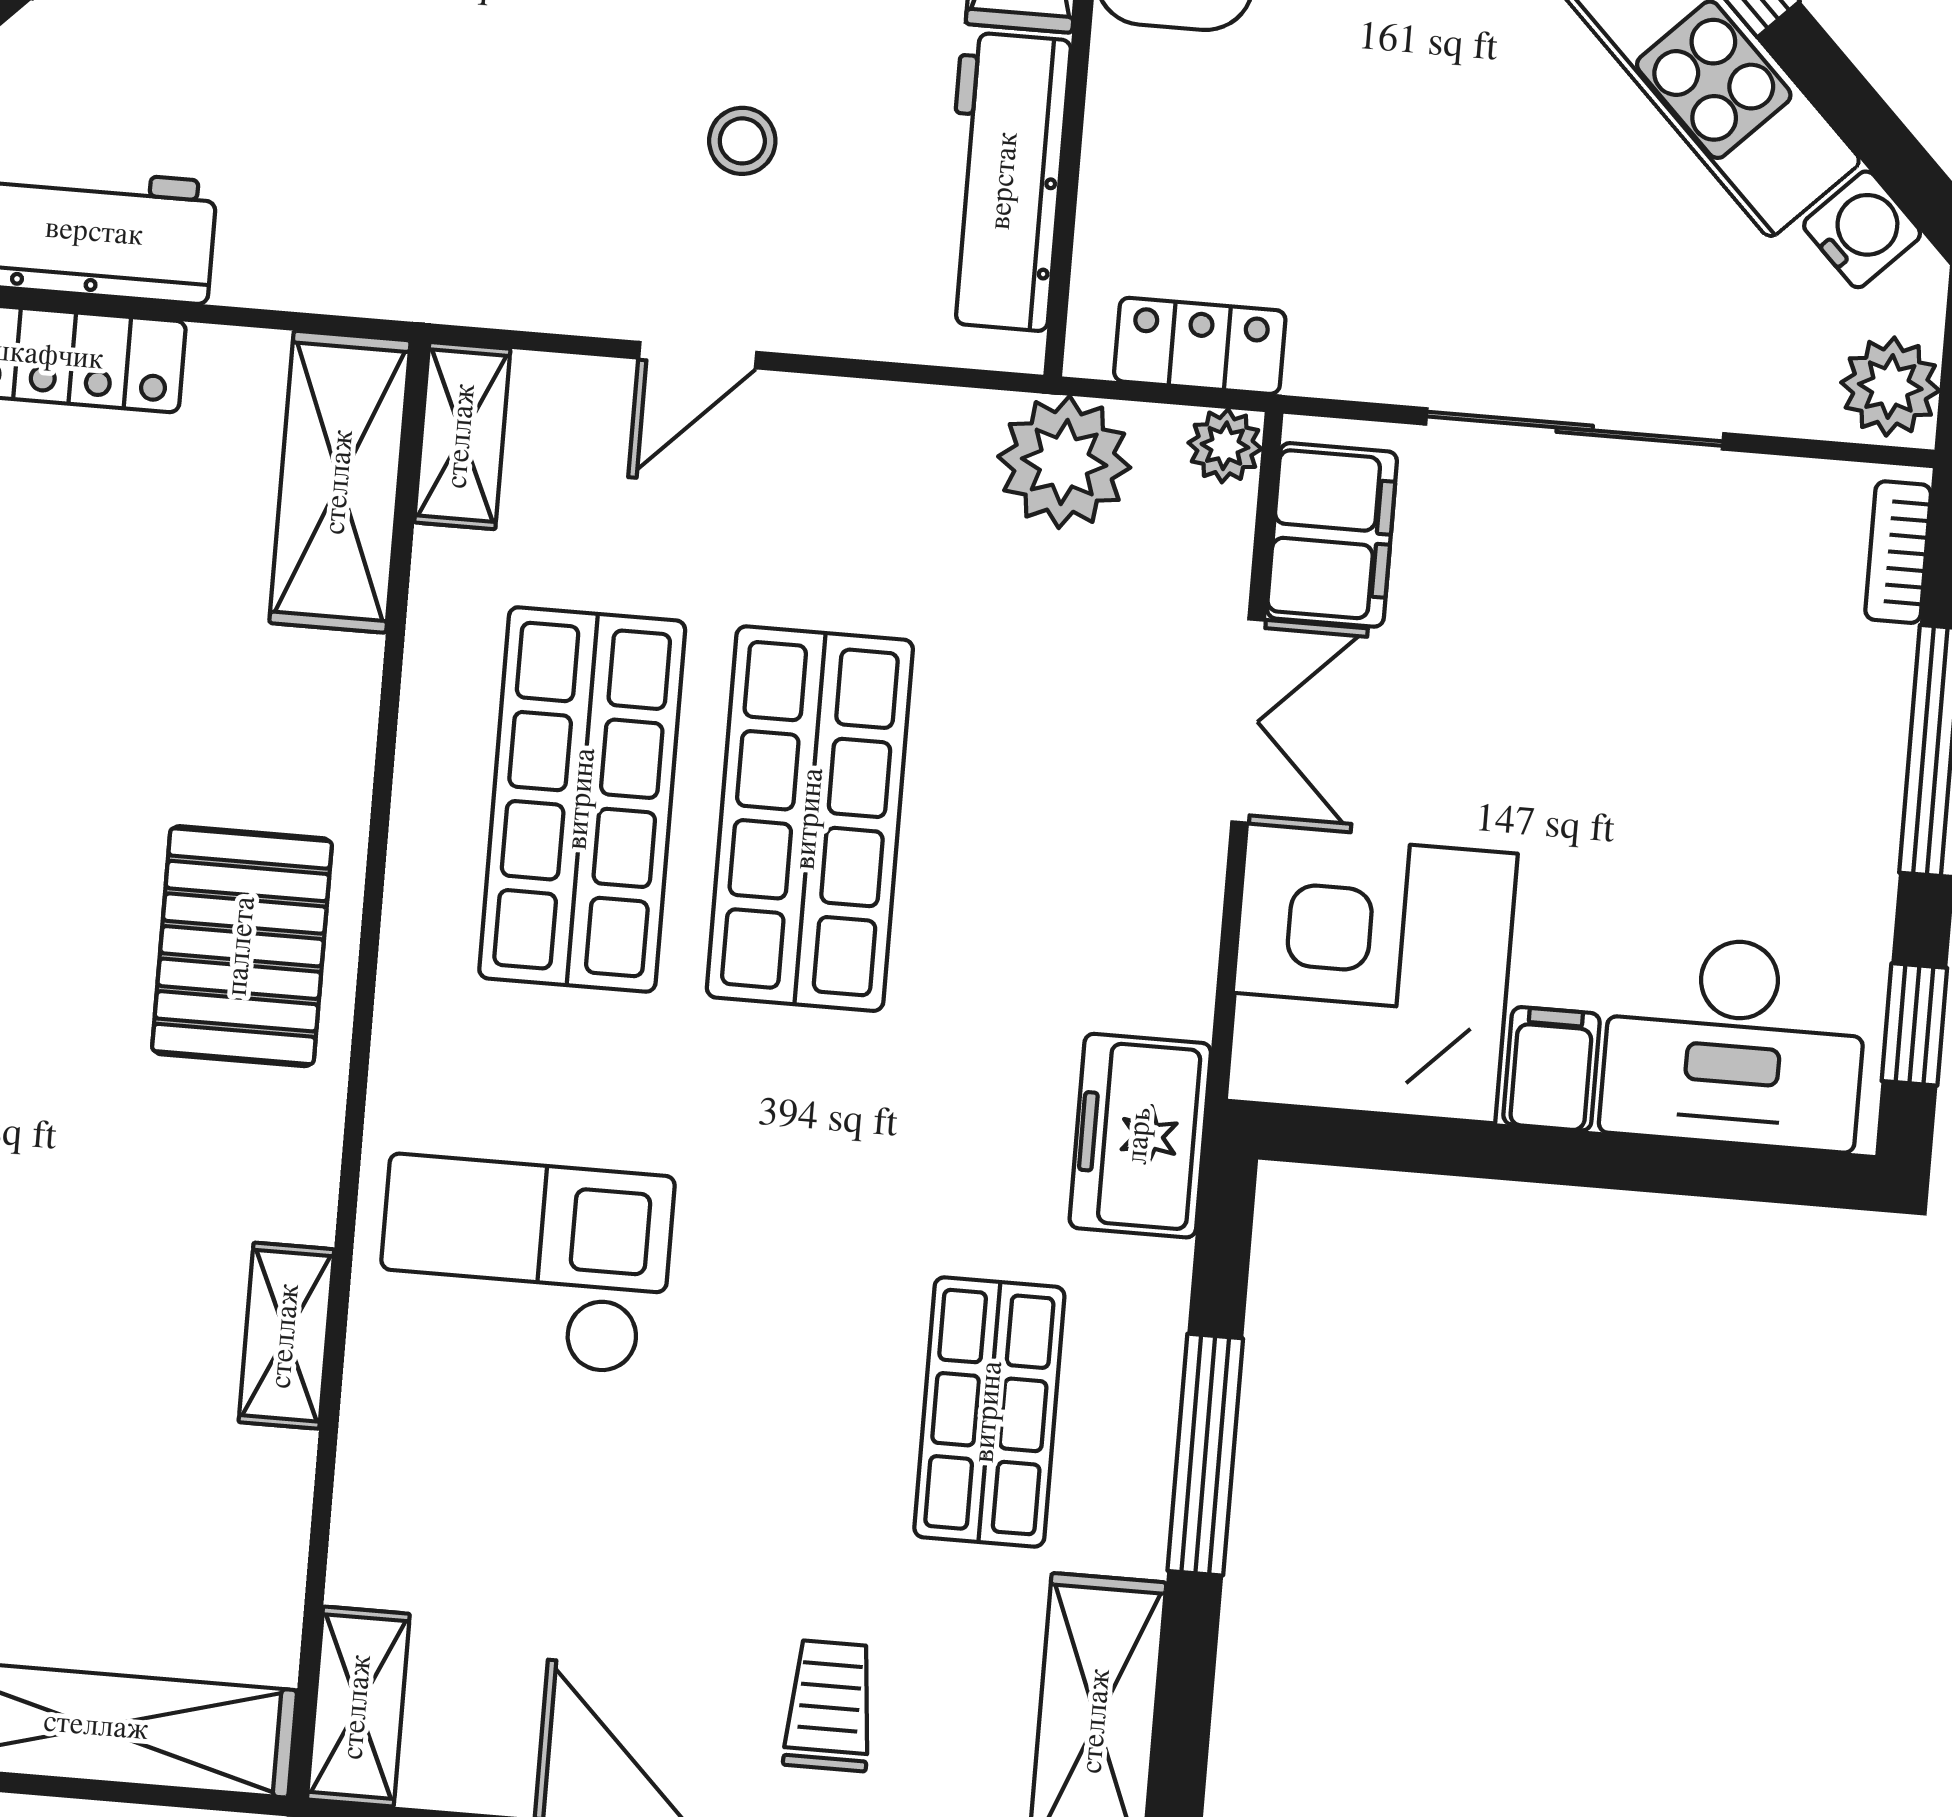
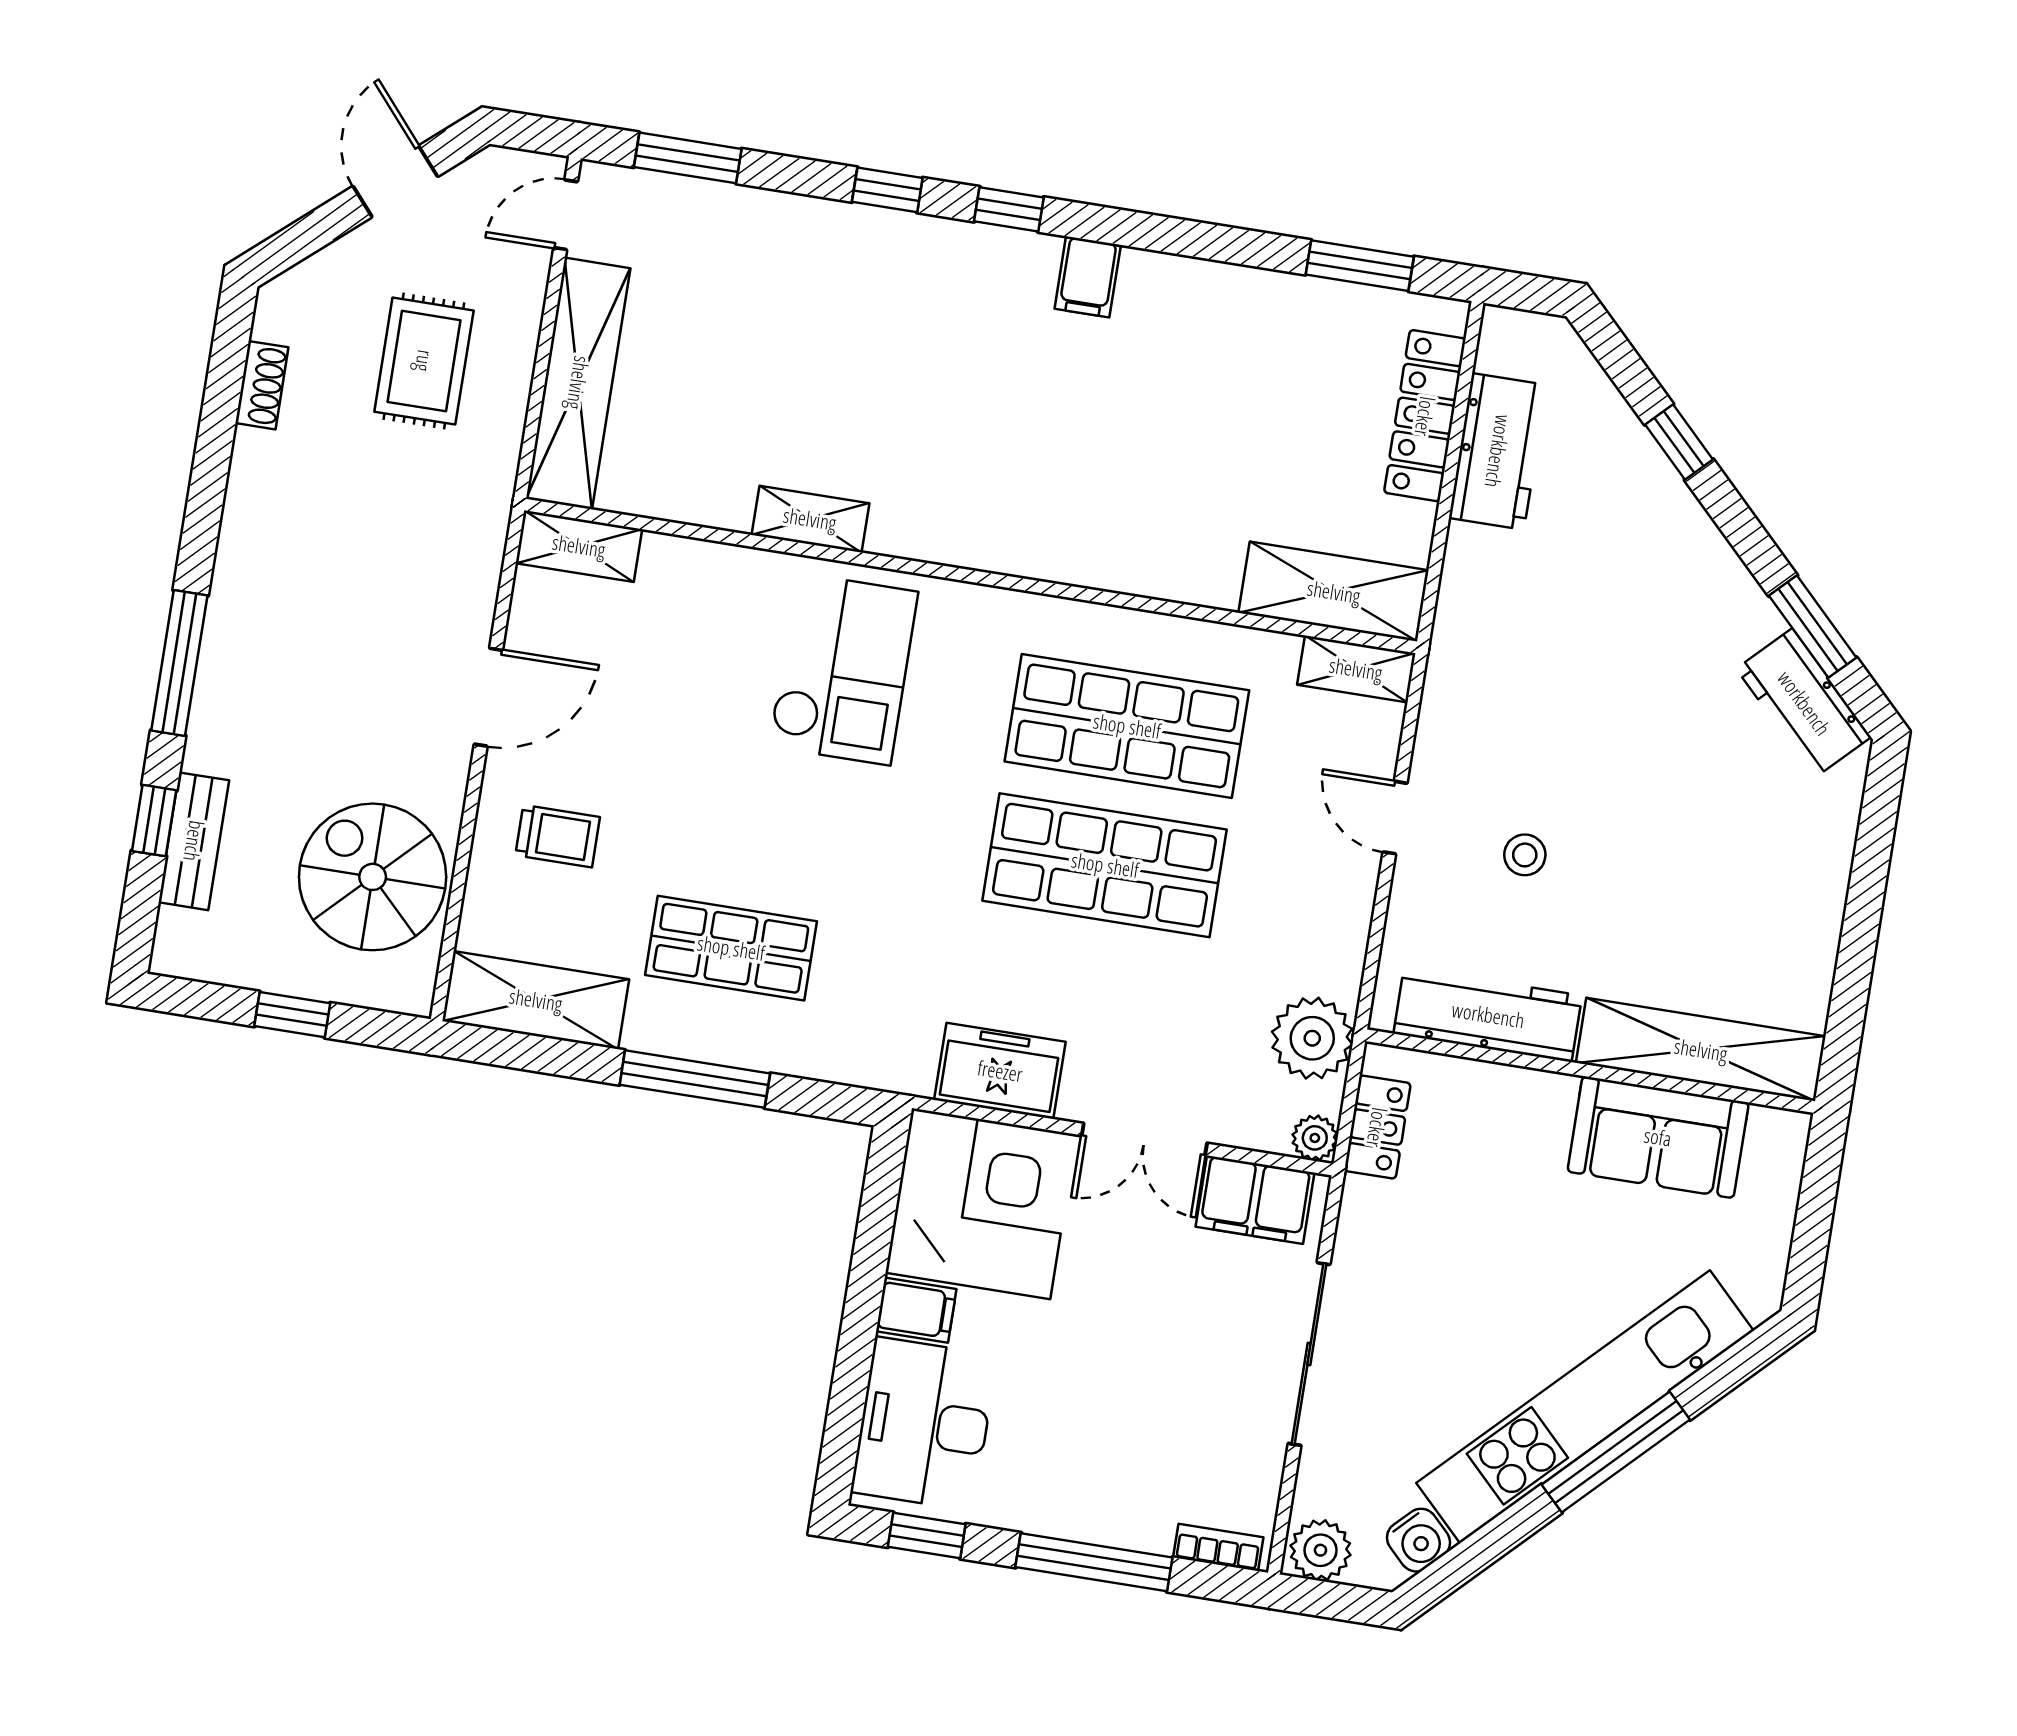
pallet: (242, 946) -> (1052, 510), removed
freezer: (1140, 1136) -> (1000, 1071), moved

